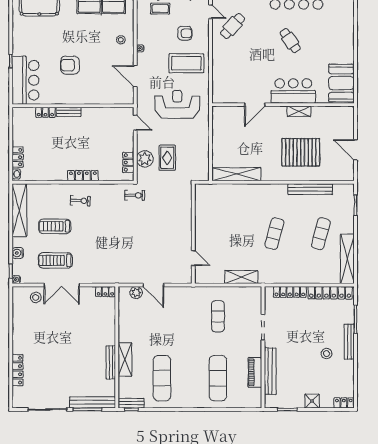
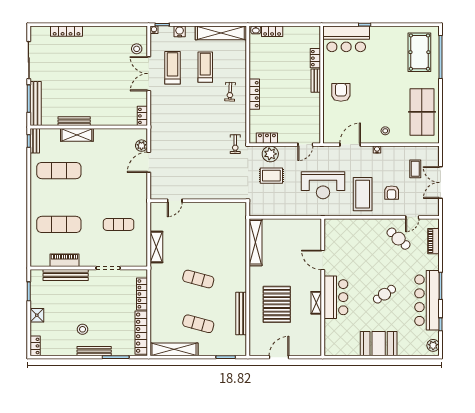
armchair: (70, 65) -> (341, 92), moved
booth: (341, 83) -> (379, 344), moved
reception desk: (177, 104) -> (323, 185), turned 90

